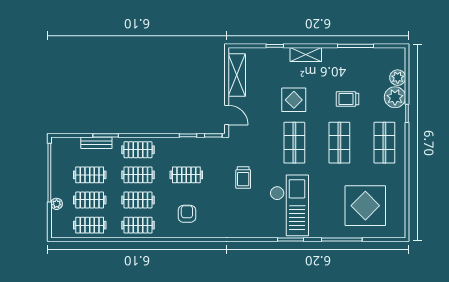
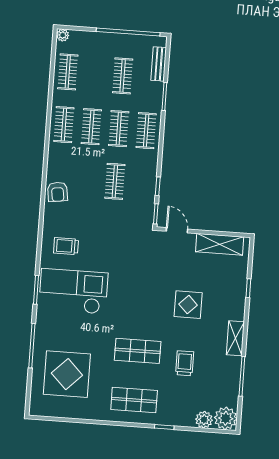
shelving: (306, 54) -> (235, 338), moved
plant: (395, 97) -> (226, 418), moved
door: (227, 115) -> (177, 230), swing flipped
bench: (96, 143) -> (159, 64), moved
shop shelf: (294, 143) -> (141, 302), removed
trolley: (243, 178) -> (66, 246), moved
clothes rail: (90, 200) -> (95, 74), removed
plant: (57, 204) -> (63, 35), moved
checkout: (289, 205) -> (73, 291), turned 180
armchair: (187, 214) -> (58, 192), moved, turned 82

